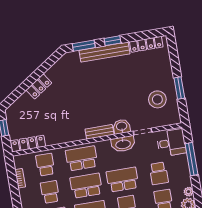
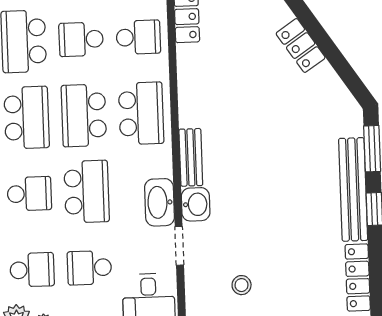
stool: (157, 99) -> (242, 285), width x0.53, depth x0.53
school desk: (86, 186) -> (84, 115), turned 180
school desk: (50, 192) -> (81, 39), turned 180

